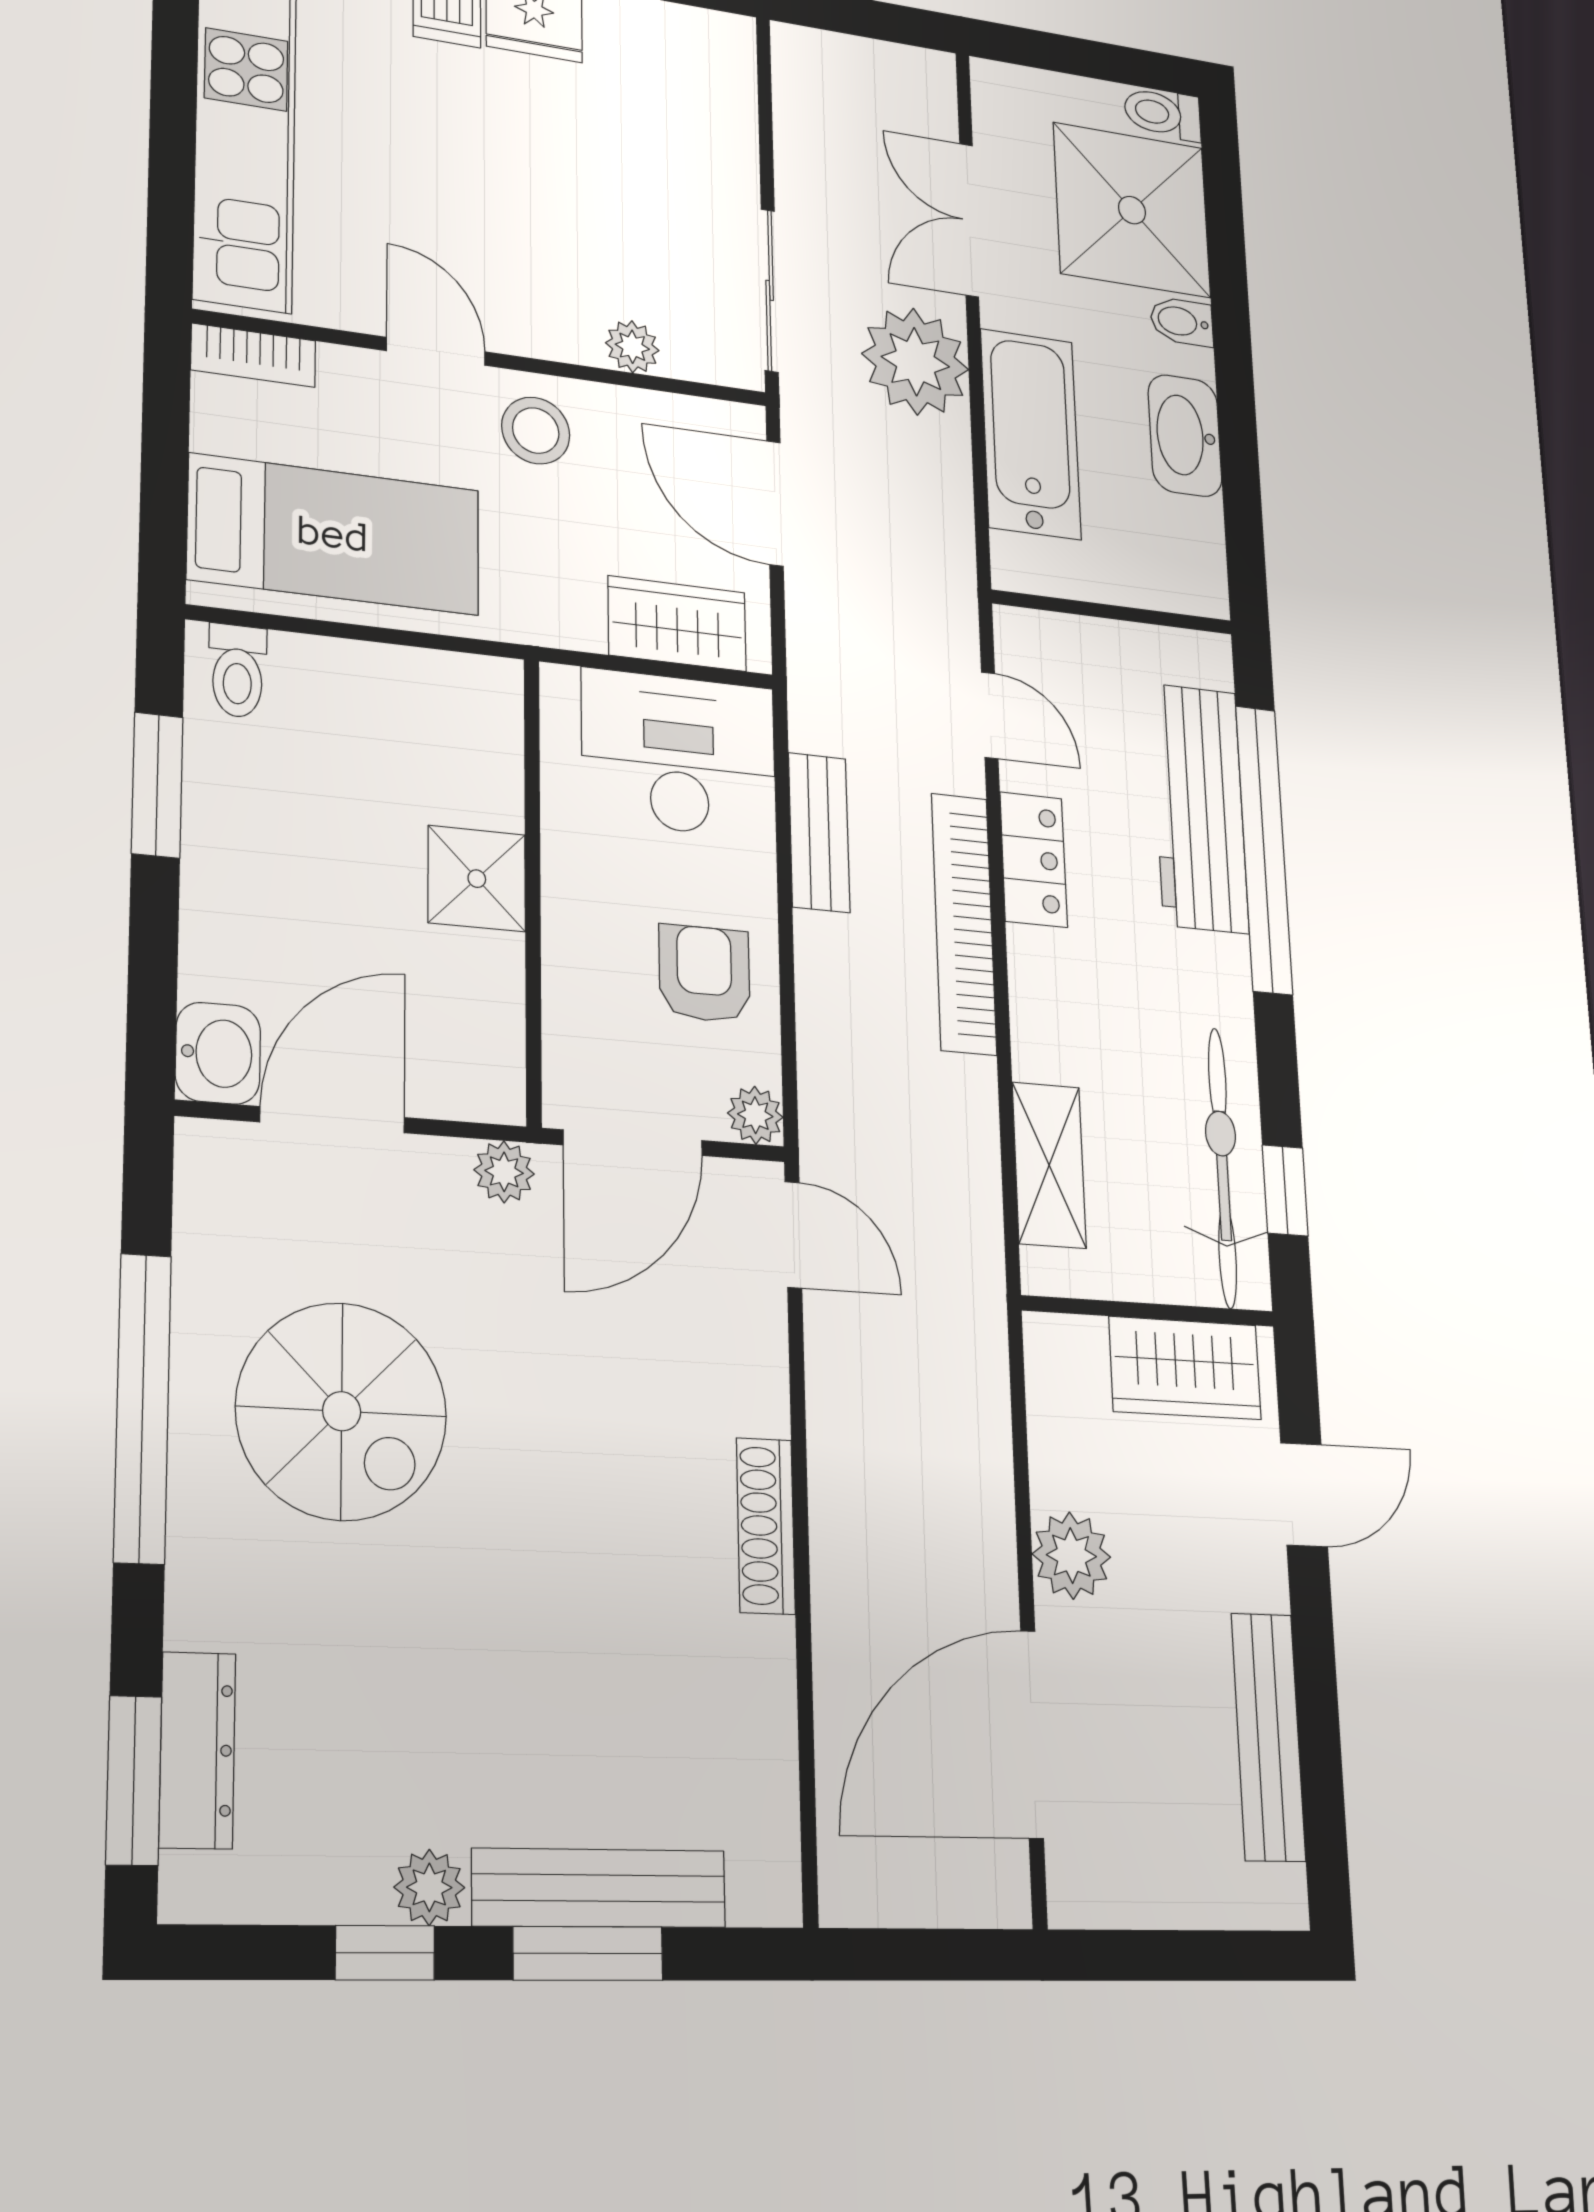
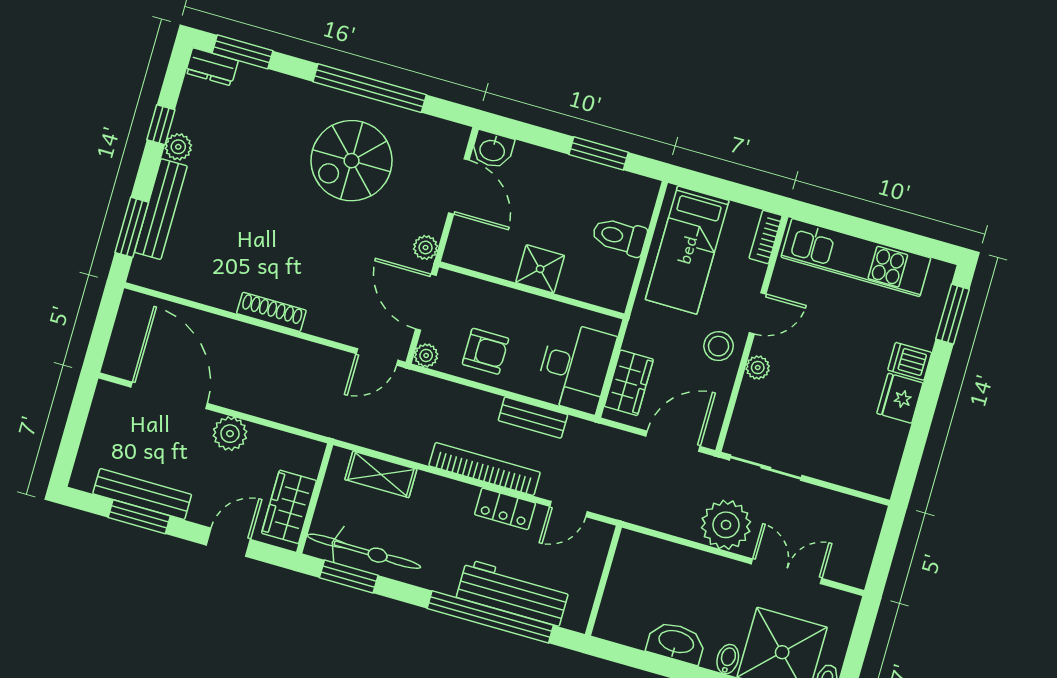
plant: (632, 347) -> (758, 368), moved
bathtub: (1031, 434) -> (687, 568), removed
toilet: (237, 671) -> (619, 237), moved, width x1.37, depth x1.39
window: (1285, 1190) -> (349, 576), width x1.50
door: (1304, 1495) -> (228, 542), swing flipped
window: (1319, 1729) -> (139, 517), added
dresser: (197, 1750) -> (212, 67), moved, width x0.70
window: (588, 1953) -> (132, 227), moved

